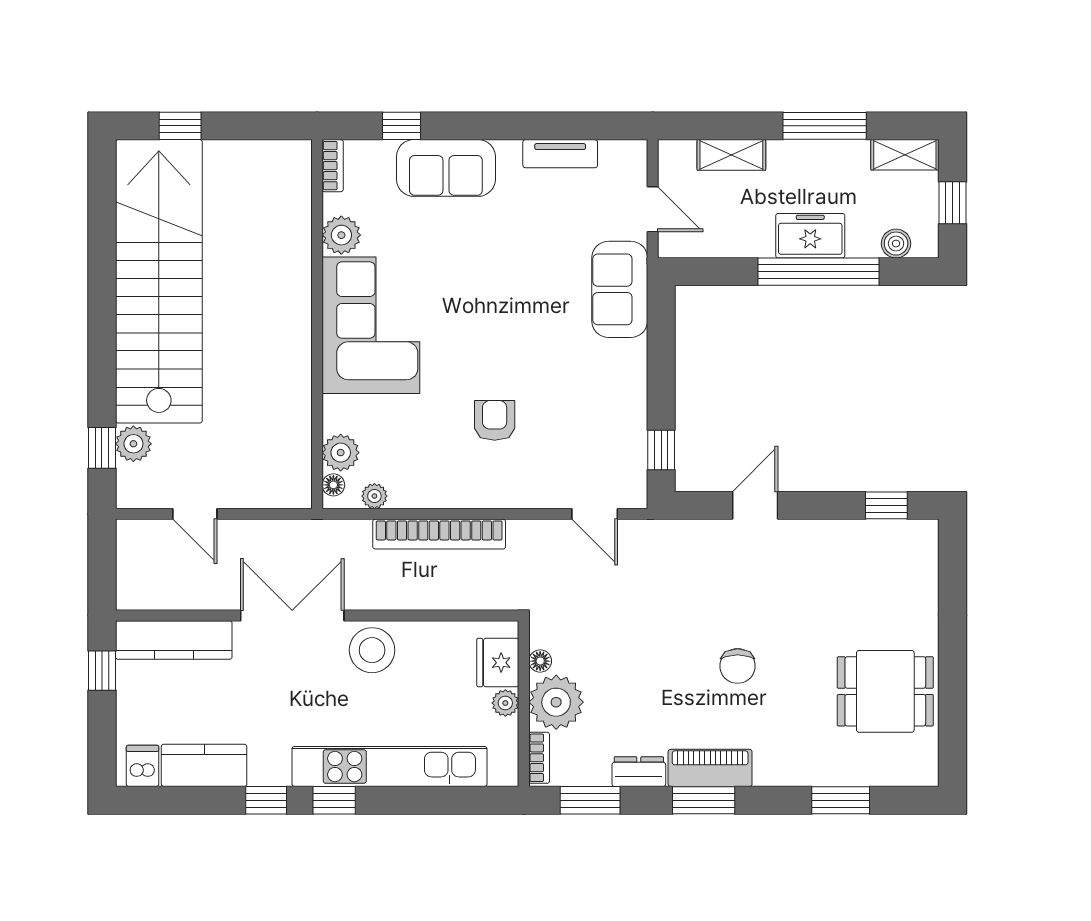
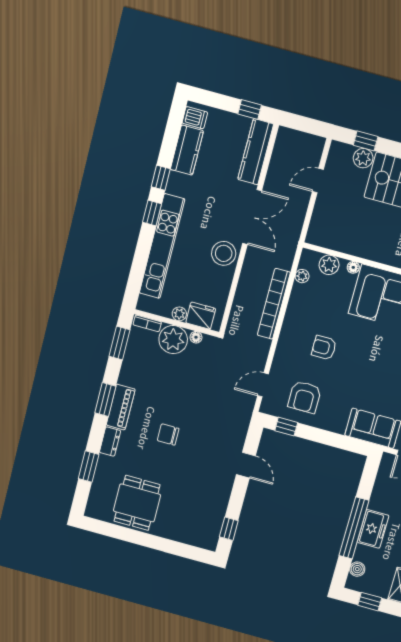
armchair: (495, 420) -> (324, 348), turned 180
armchair: (596, 431) -> (305, 397), added
floor lamp: (333, 485) -> (353, 267), moved
dresser: (639, 772) -> (110, 442), moved

